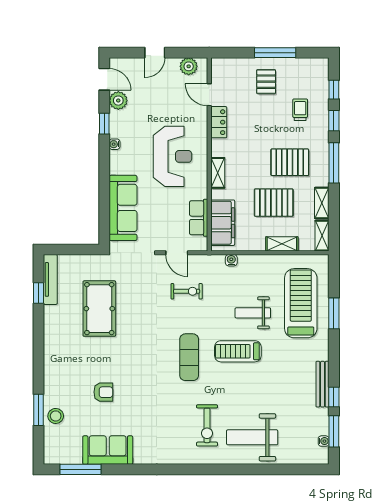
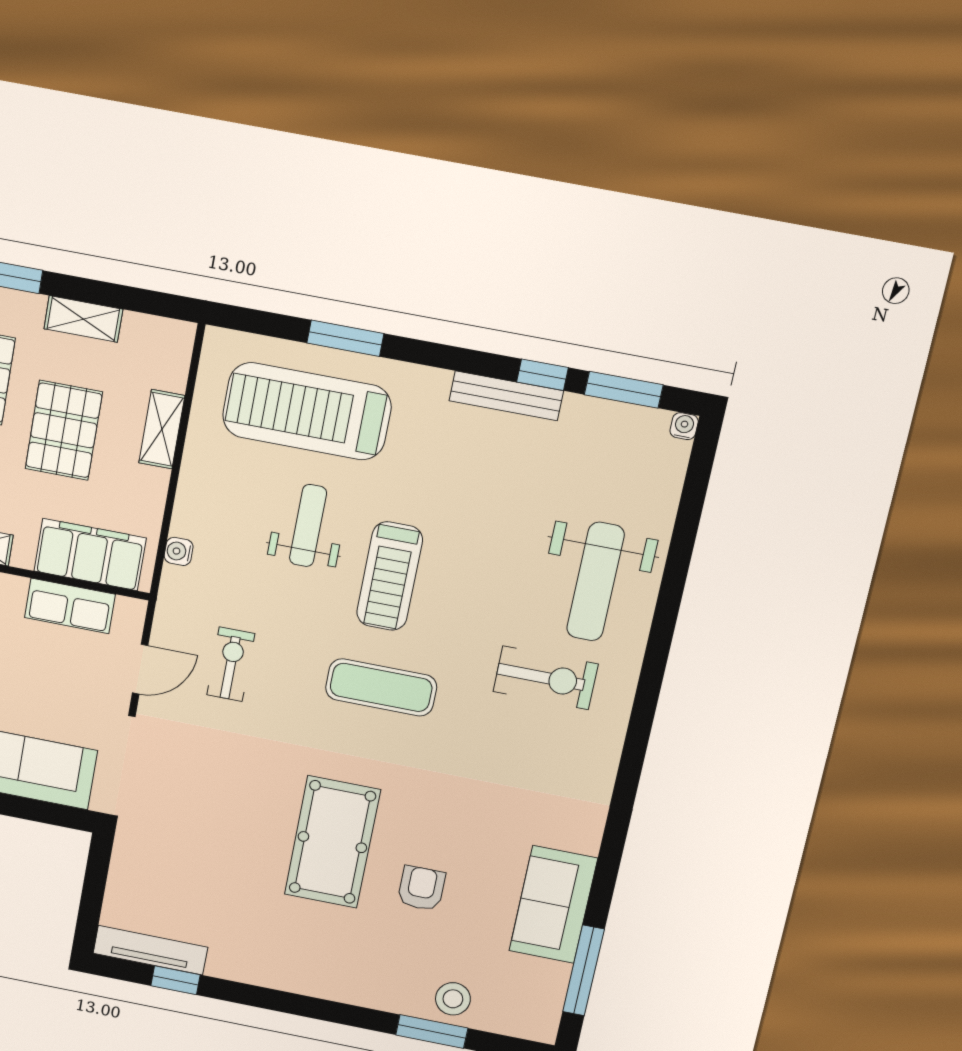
shelving: (322, 236) -> (159, 333), removed
pool table: (99, 309) -> (332, 842), moved, turned 90
weight bench: (253, 313) -> (308, 526), turned 180
water cooler: (324, 441) -> (684, 426), moved

